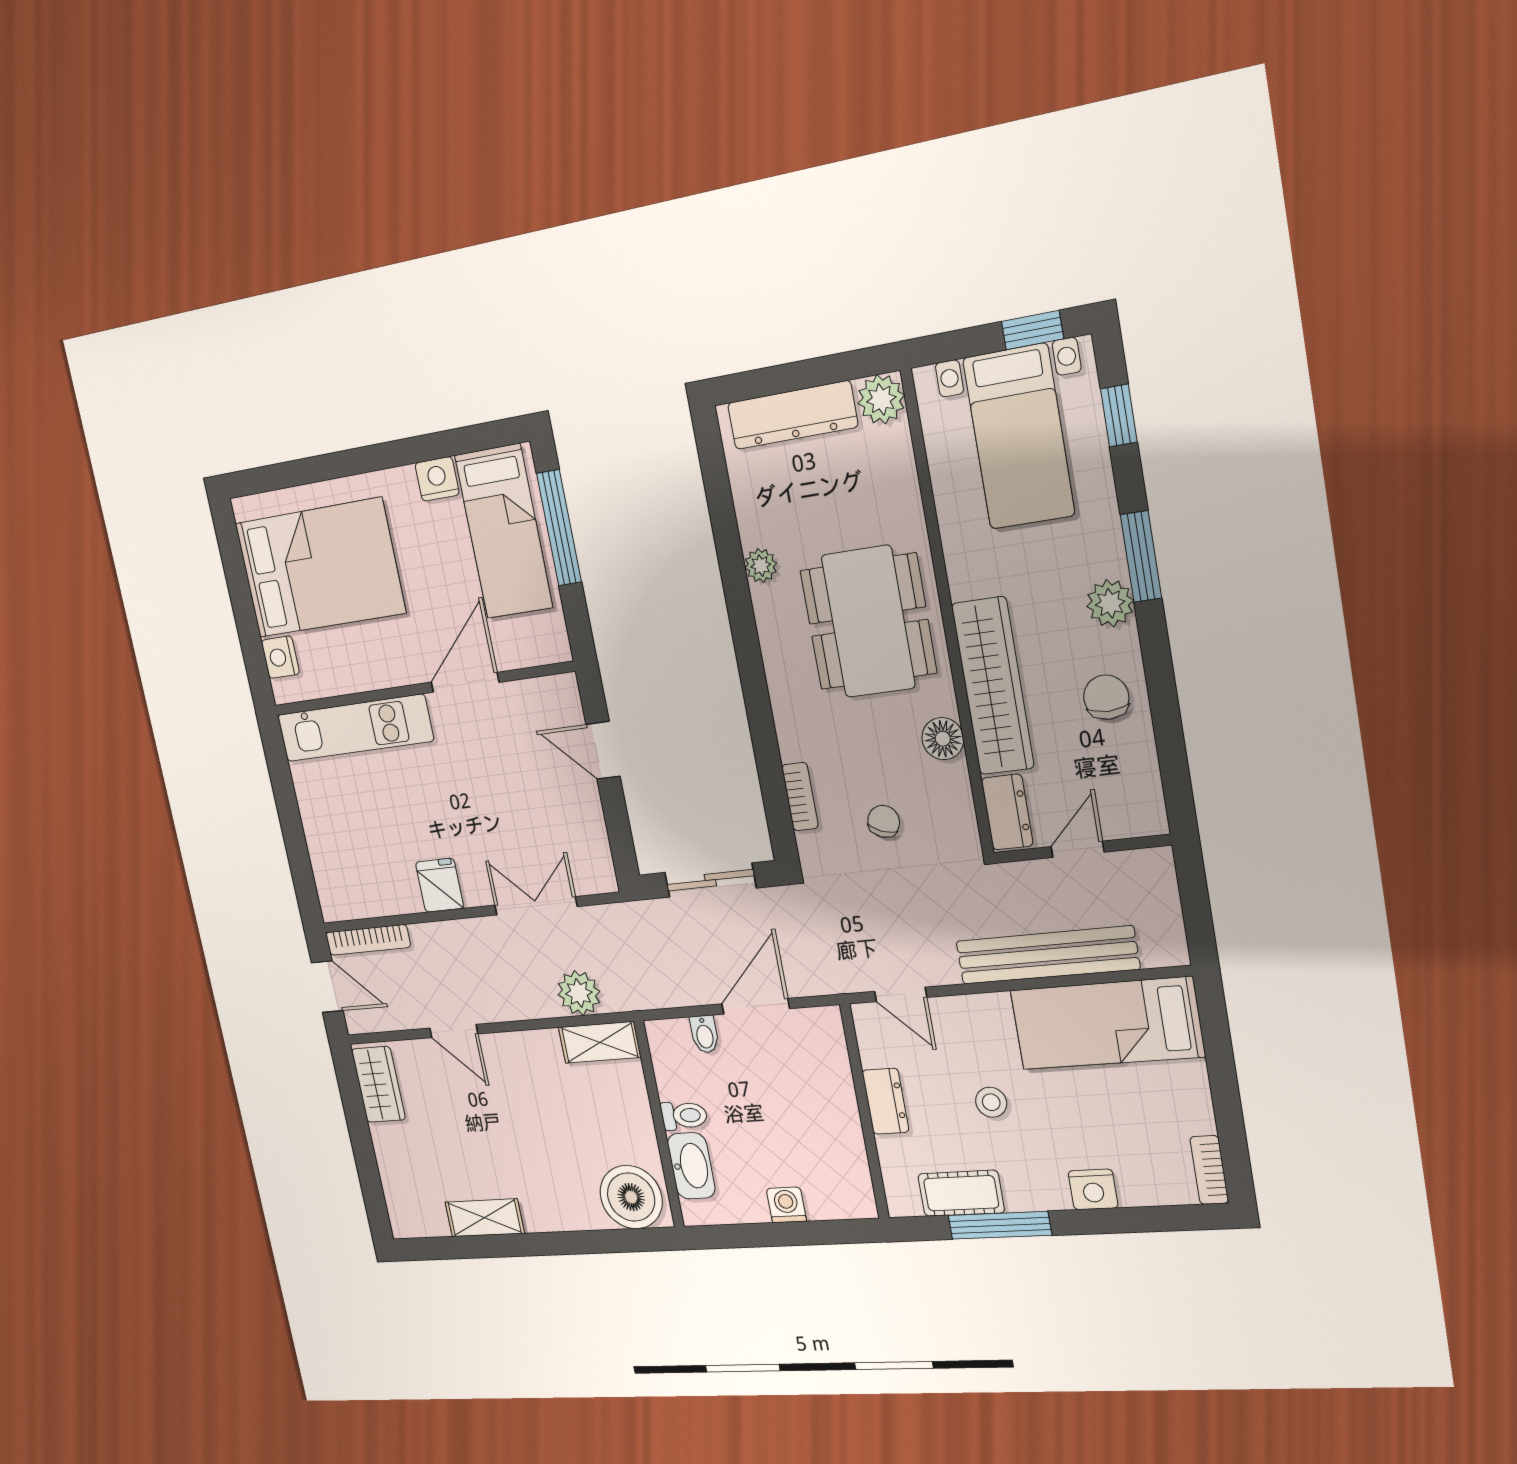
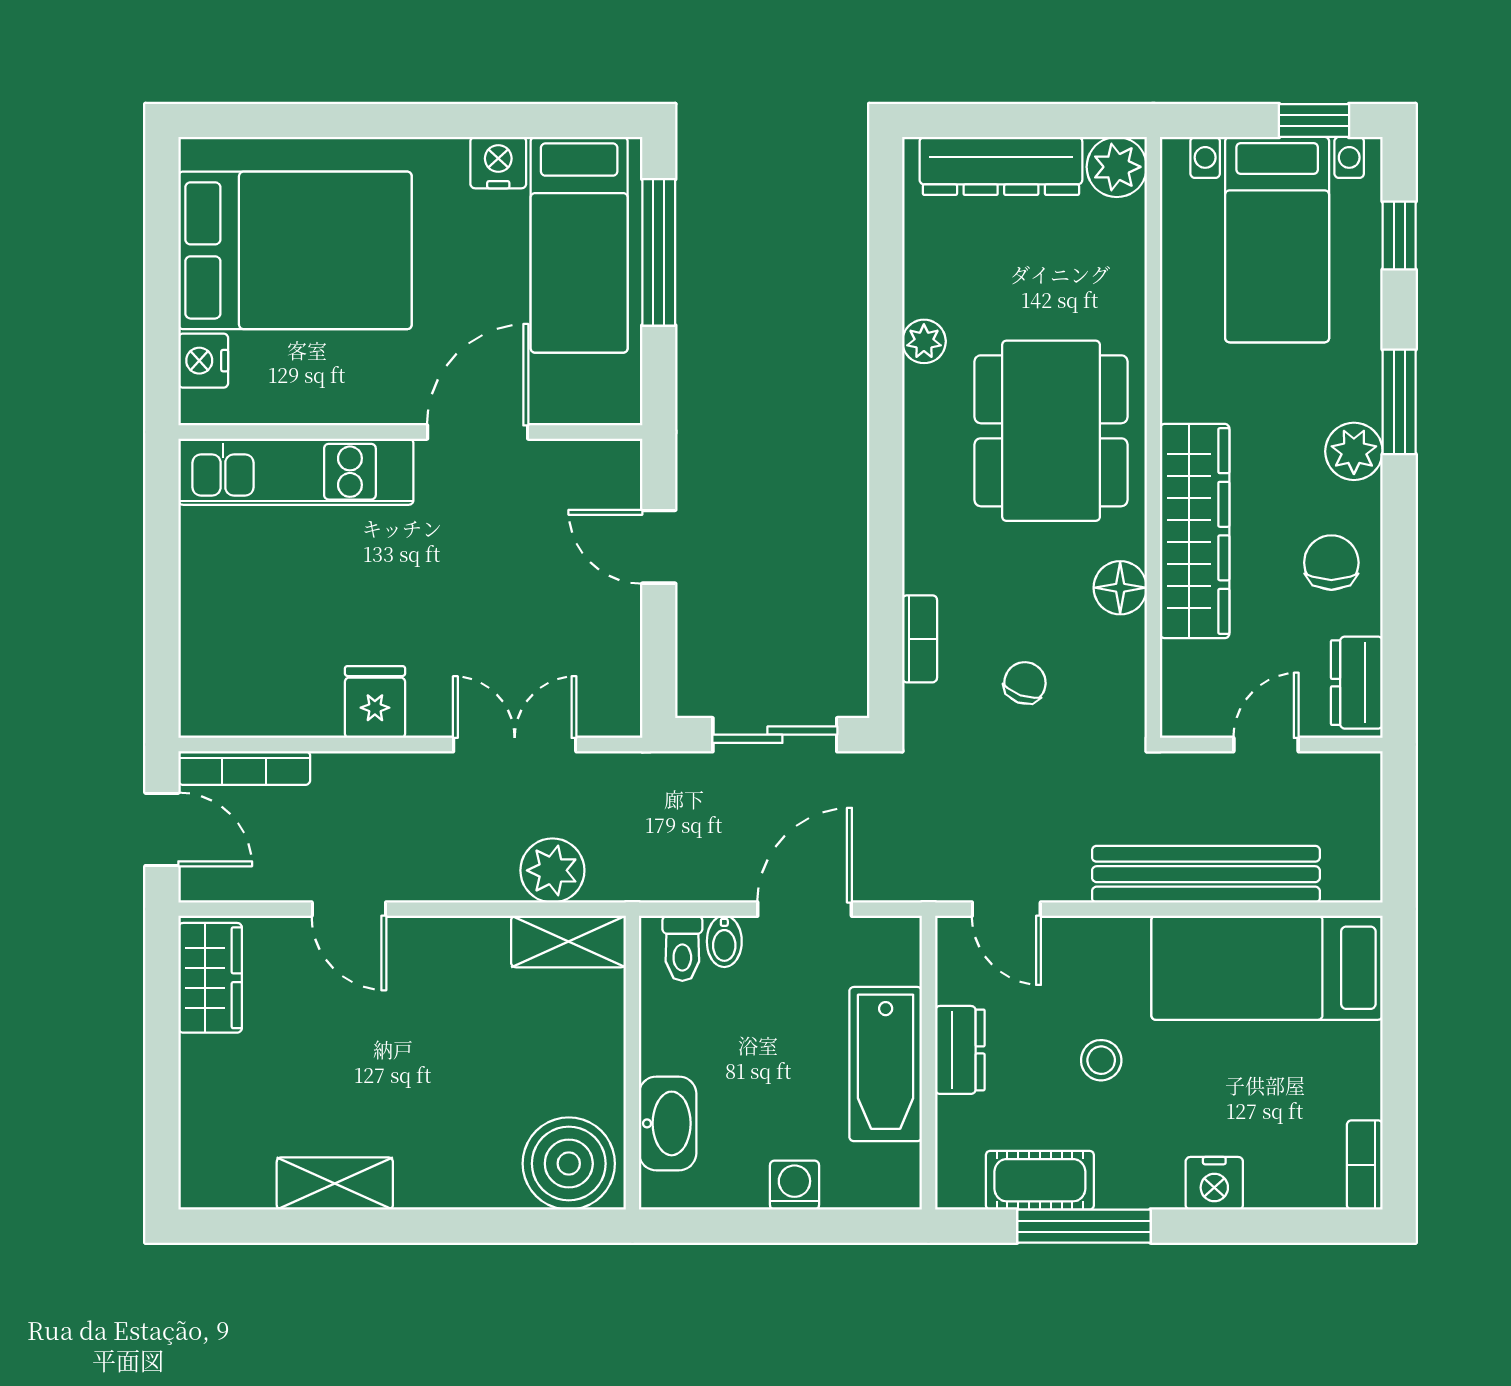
dresser: (1007, 812) -> (1357, 683), moved, turned 180
bathtub: (834, 1115) -> (886, 1064), added
toilet: (684, 1116) -> (682, 948), moved, turned 90

